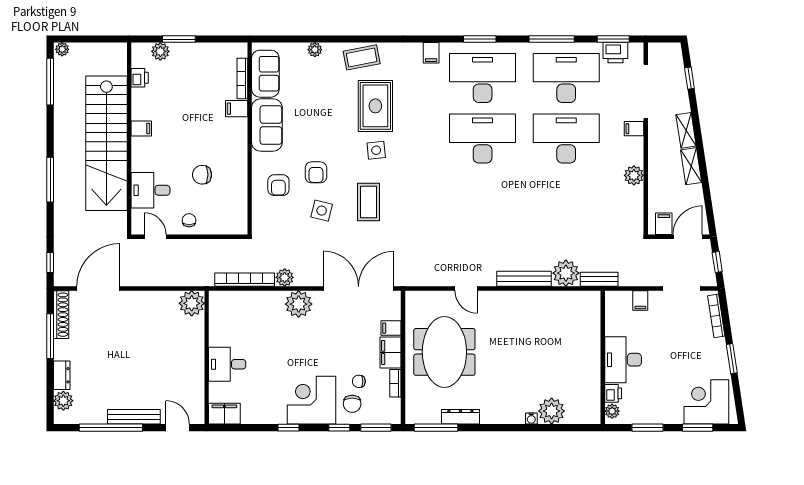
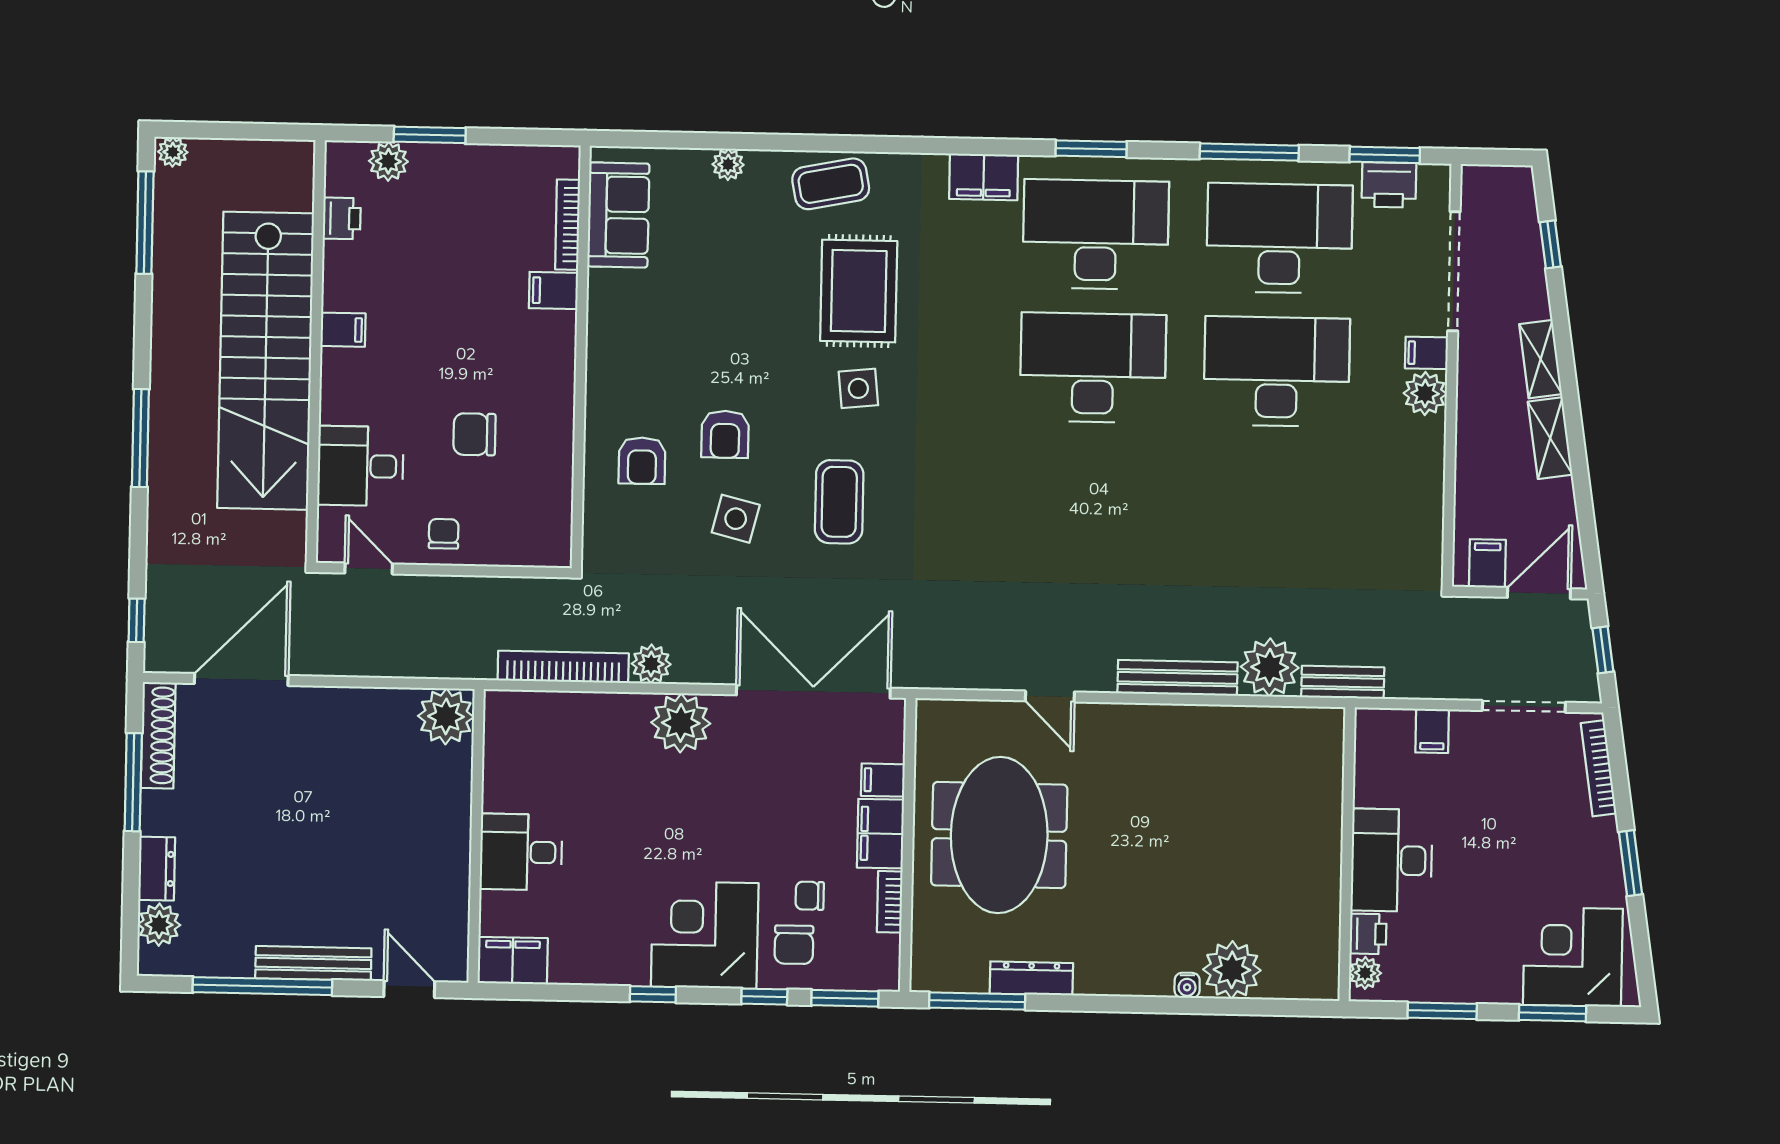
filing cabinet: (431, 53) -> (984, 177), width x2.00
sofa: (267, 125) -> (619, 328), removed
plant: (634, 175) -> (1425, 393), moved

